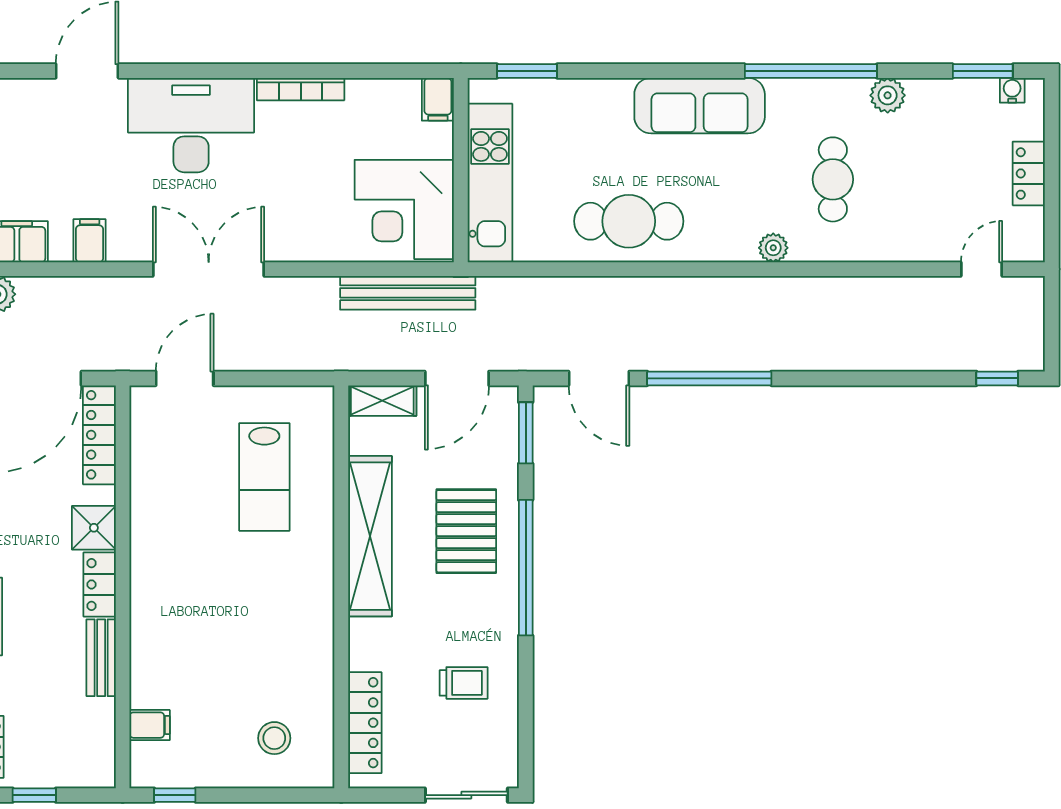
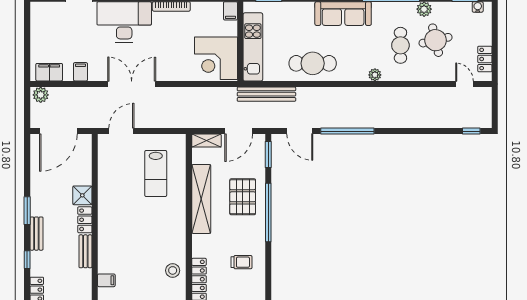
round table: (914, 167) -> (436, 40), added
locker: (1029, 173) -> (485, 59), moved
door: (981, 269) -> (464, 84), hinge flipped
bench: (408, 293) -> (266, 94), moved
locker: (99, 435) -> (85, 155), removed
stool: (274, 738) -> (173, 270), moved

